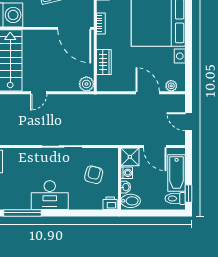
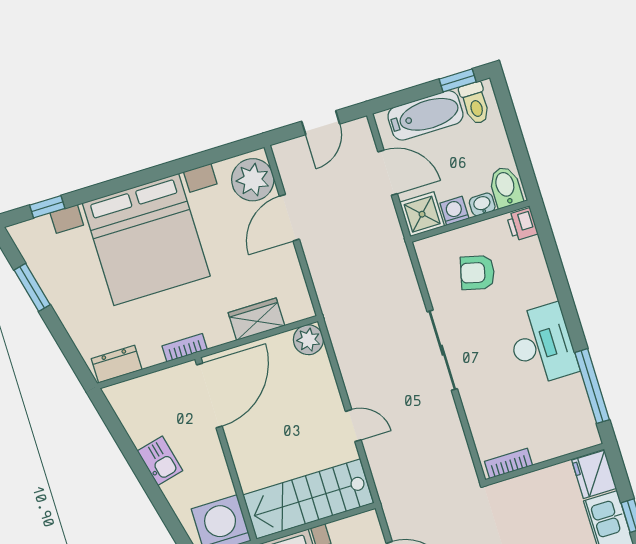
plant: (171, 86) -> (253, 180), width x1.87, depth x1.87
door: (155, 146) -> (388, 173), hinge flipped

